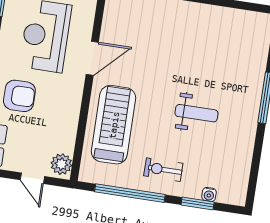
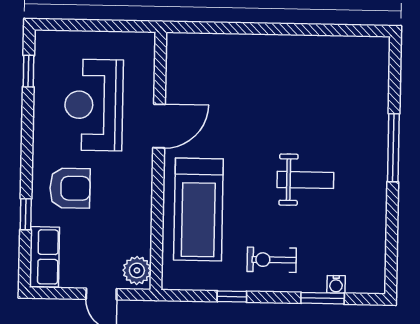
treadmill: (114, 125) -> (198, 210), turned 180
window: (130, 193) -> (232, 296), width x0.32

